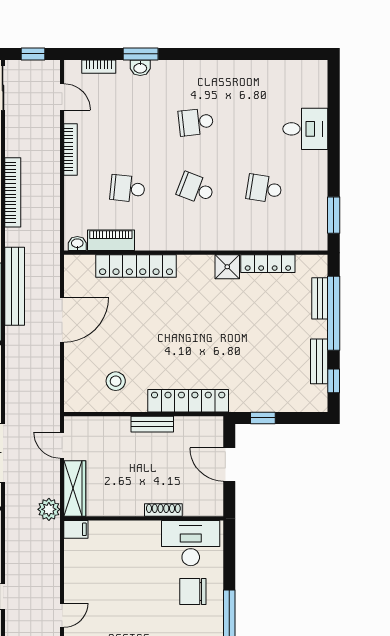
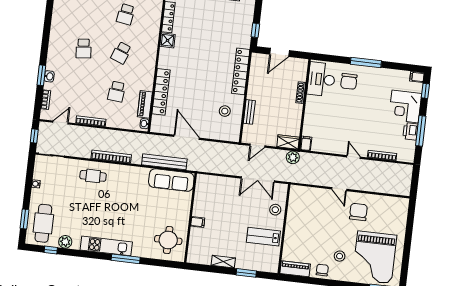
bench: (152, 424) -> (249, 112), moved
wardrobe: (75, 489) -> (288, 142), width x0.67

